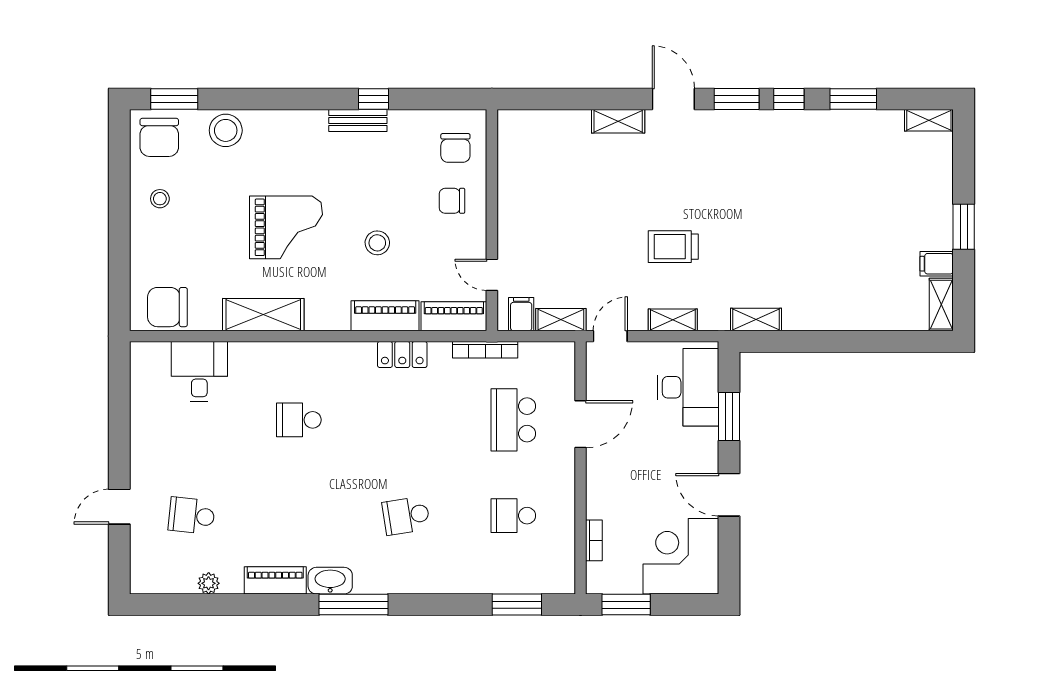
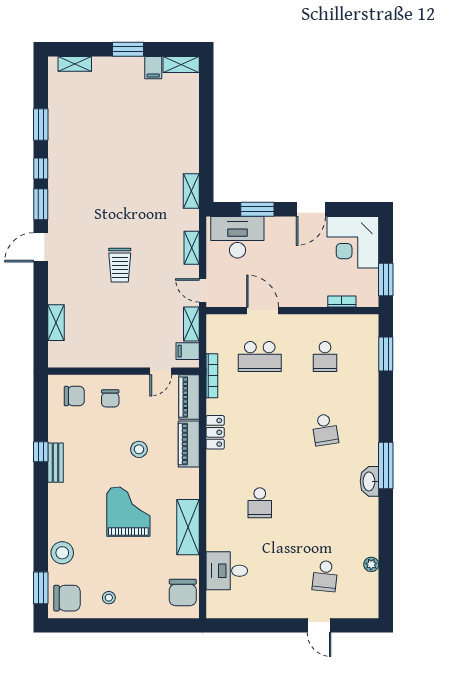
shelving: (929, 120) -> (75, 64), moved, turned 90
shelving: (618, 121) -> (56, 323), moved
trolley: (673, 247) -> (120, 265), moved
piano: (275, 580) -> (369, 519), removed

